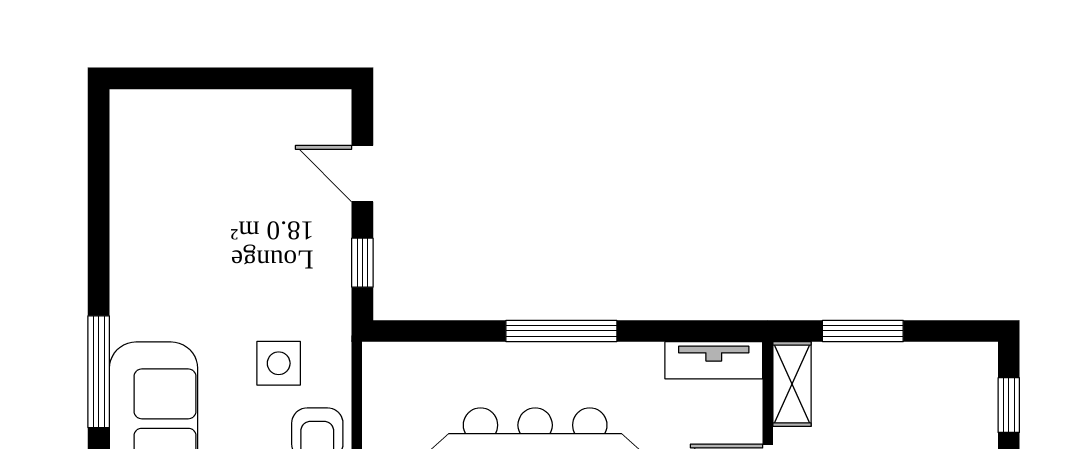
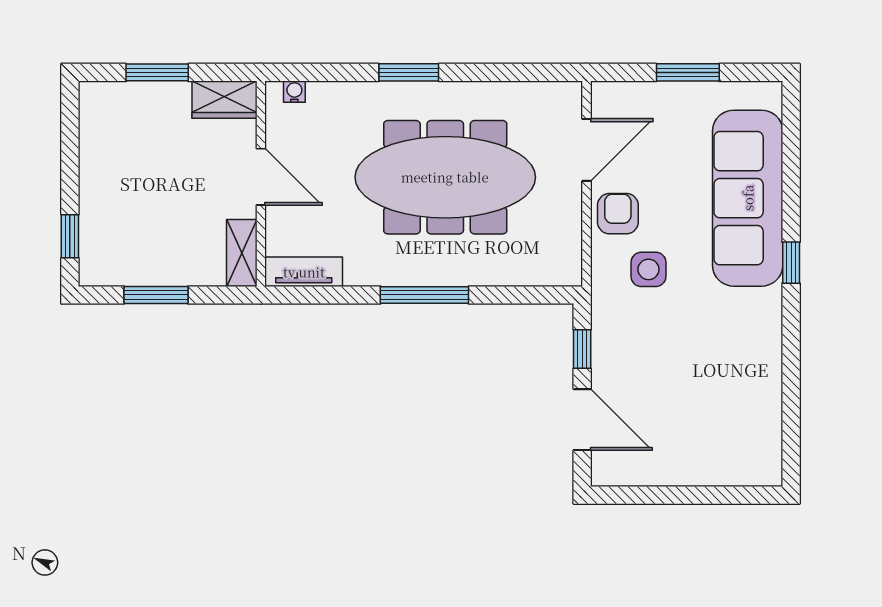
door: (362, 174) -> (582, 420), width x1.38
window: (863, 331) -> (156, 295), moved
window: (99, 372) -> (791, 263), width x0.46

